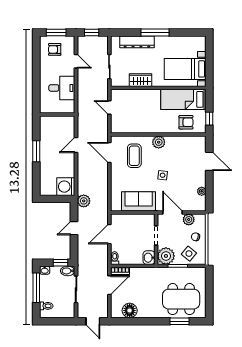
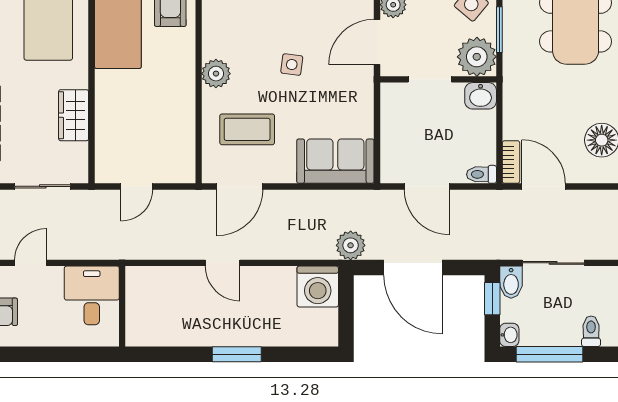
wall: (57, 115) -> (122, 306), moved
sofa: (139, 201) -> (335, 161), moved, turned 90
door: (74, 228) -> (413, 268), width x1.88

